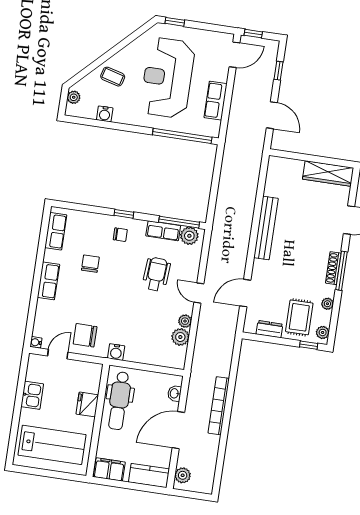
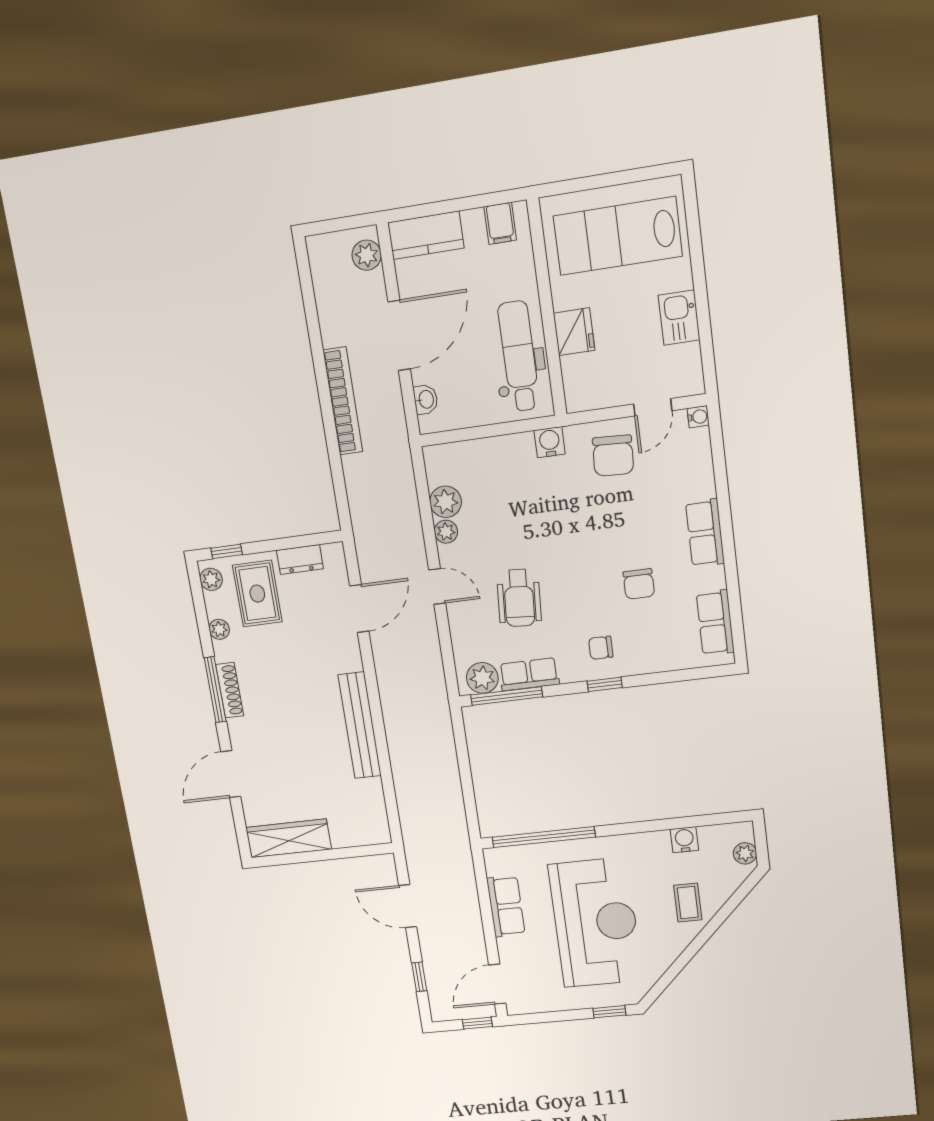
coffee table: (113, 77) -> (688, 903), turned 75
chair: (85, 335) -> (613, 456), turned 93
filing cabinet: (109, 469) -> (500, 223), width x0.50

